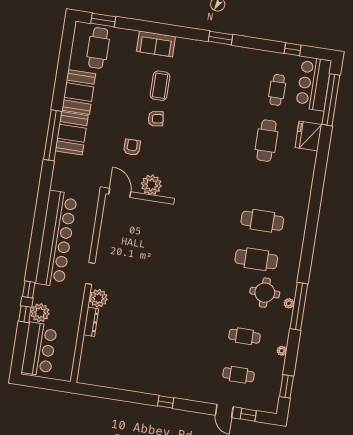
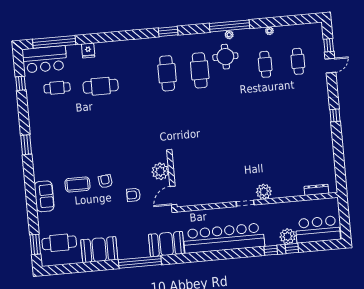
booth: (72, 133) -> (166, 244), moved
fridge: (308, 136) -> (88, 50), width x0.53, depth x0.75
dresser: (91, 322) -> (316, 190), moved
window: (286, 386) -> (168, 32), moved

